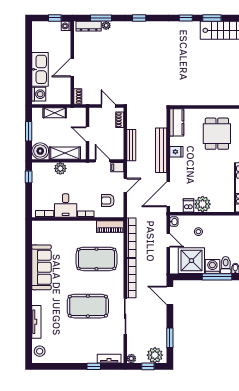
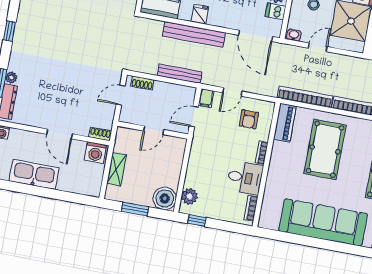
kitchen sink: (40, 69) -> (34, 174), moved
washing machine: (39, 94) -> (96, 153), moved, turned 180
shelving: (65, 153) -> (174, 166), removed
plant: (60, 168) -> (189, 196), moved
door: (125, 185) -> (232, 92), swing flipped
sofa: (41, 267) -> (323, 222), width x1.36, depth x1.27

